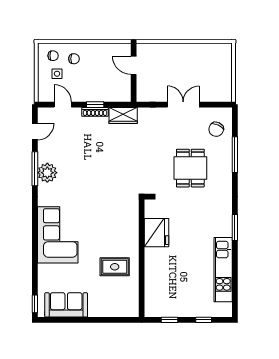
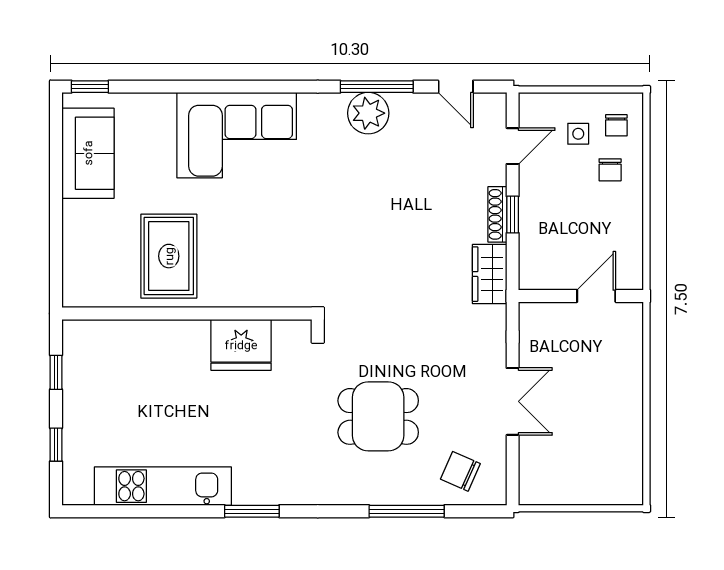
rug: (115, 267) -> (169, 256), width x1.36, depth x1.43

